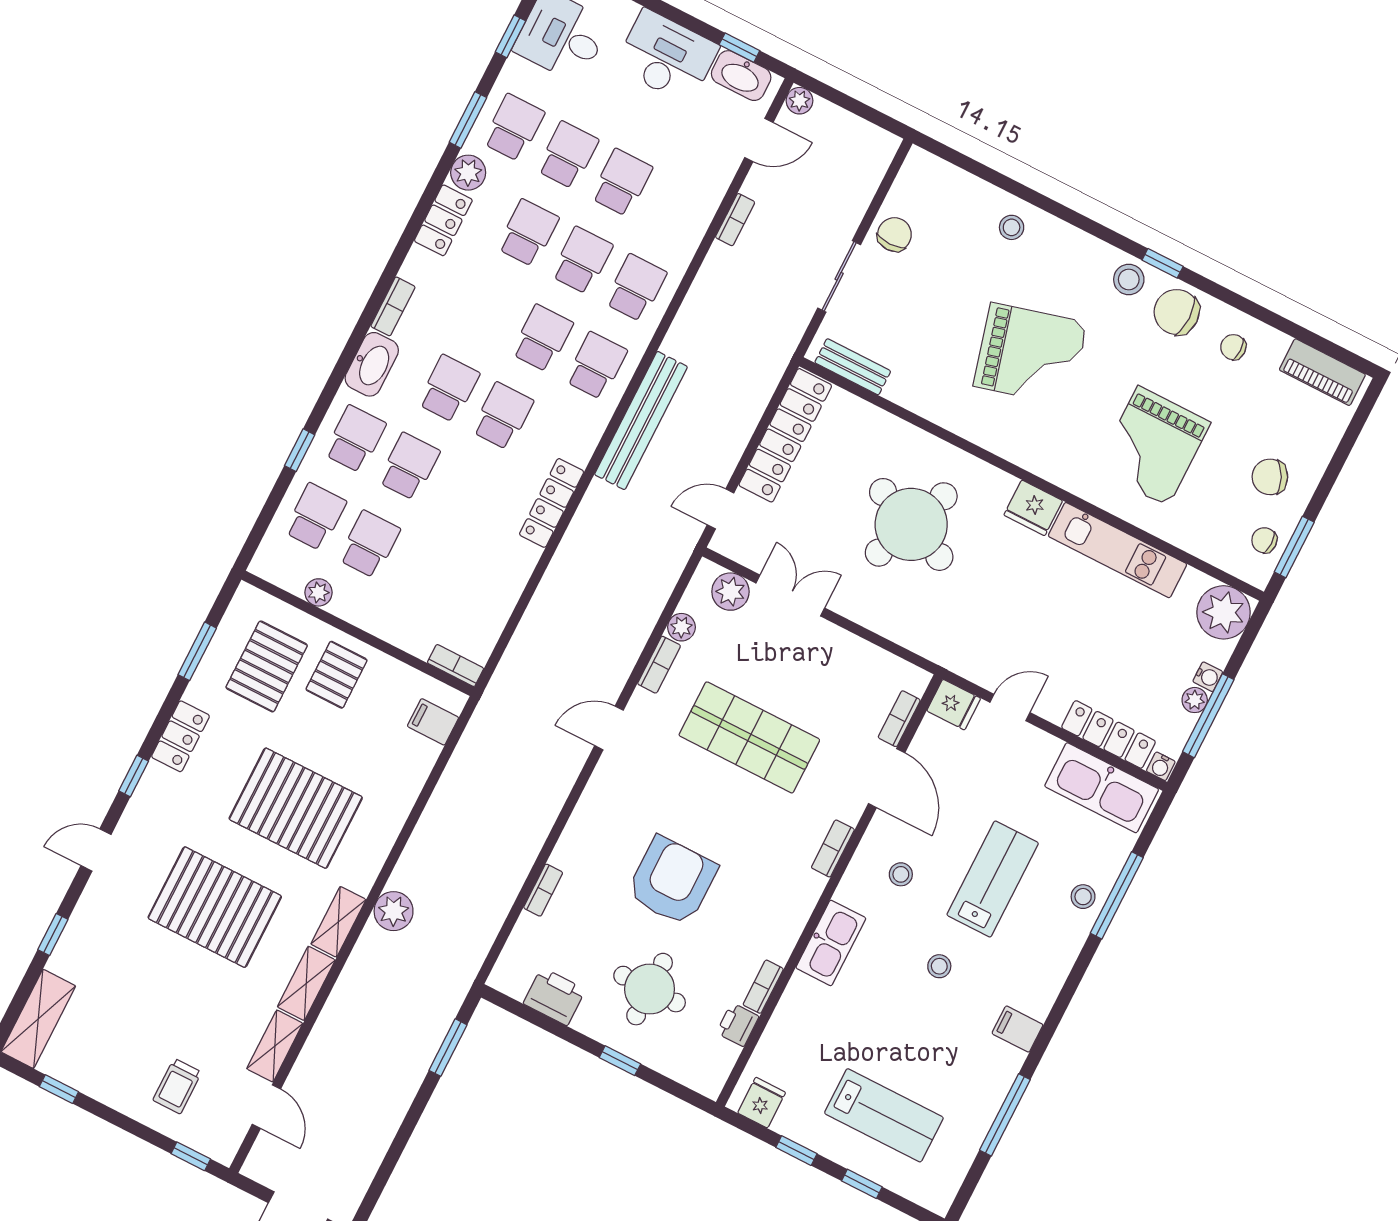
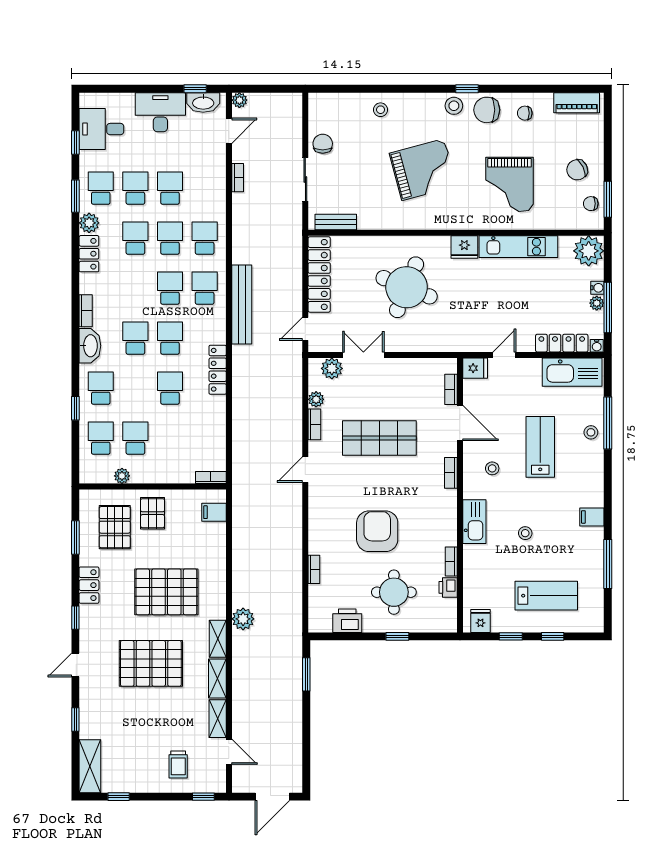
school desk: (409, 466) -> (170, 388), moved
stool: (939, 966) -> (525, 533), moved

